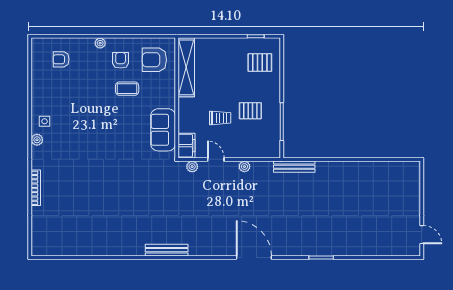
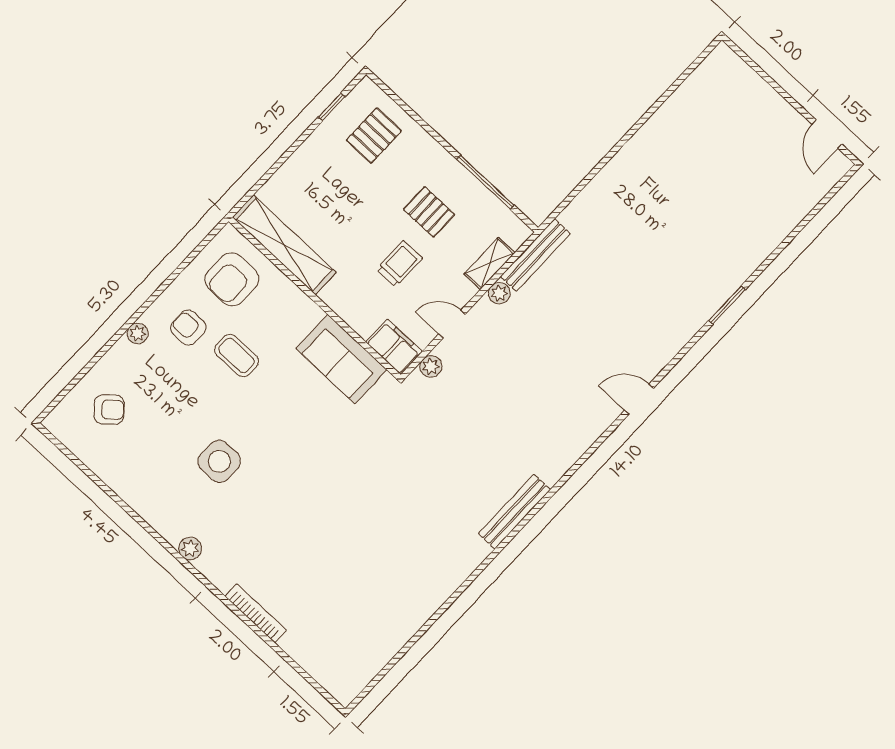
armchair: (61, 59) -> (109, 409), turned -131
coffee table: (127, 89) -> (237, 355), turned 90
pallet: (250, 111) -> (429, 212), turned 90
side table: (45, 121) -> (219, 461), moved, width x1.87, depth x1.87
shelving: (252, 152) -> (489, 263), added
bench: (294, 167) -> (535, 255), moved
door: (422, 235) -> (827, 134), swing flipped
door: (254, 258) -> (639, 399), width x0.53

